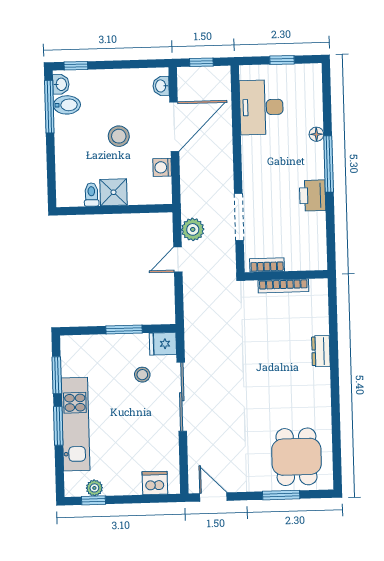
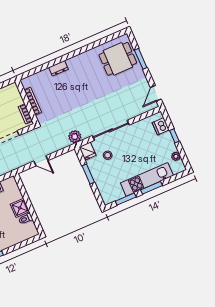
plant: (193, 229) -> (75, 137), moved
window: (93, 500) -> (174, 136), moved

